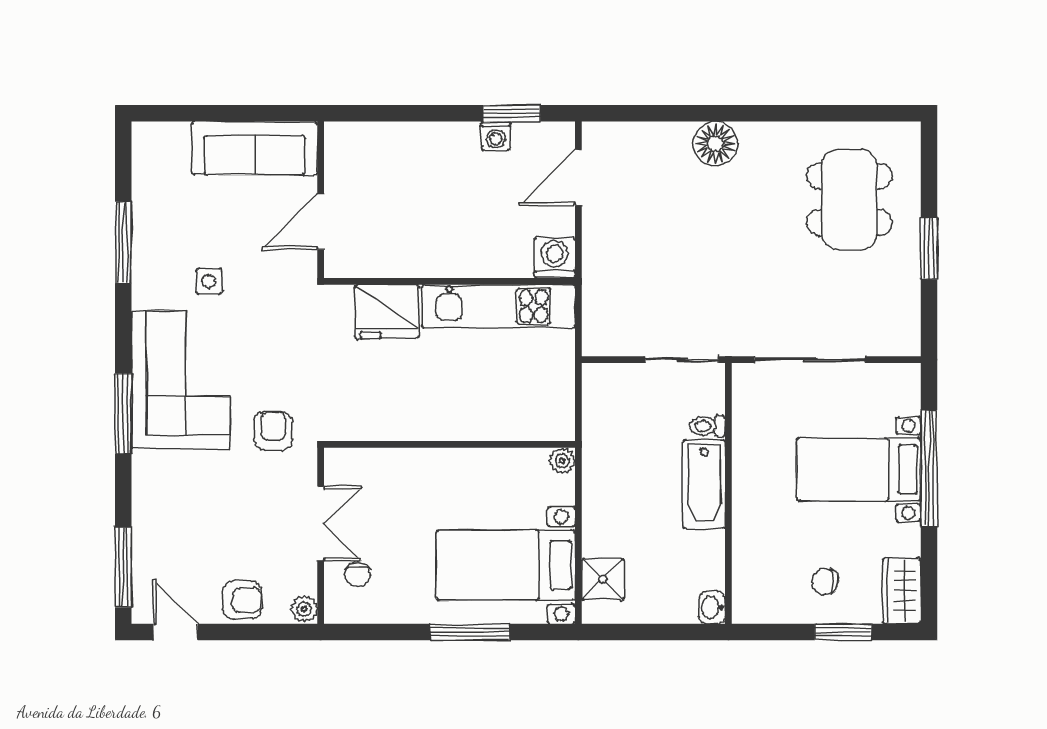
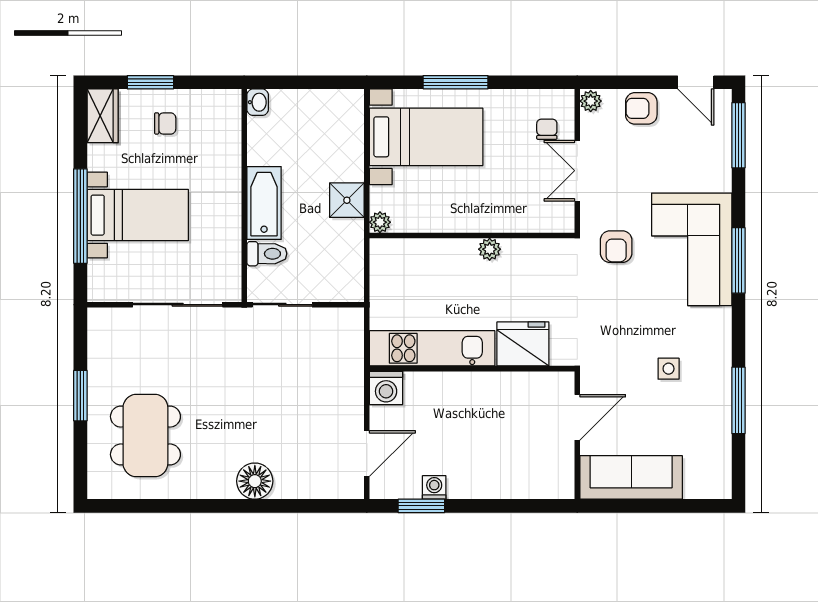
corner sofa: (181, 380) -> (692, 249), moved
toilet: (707, 426) -> (267, 254), width x1.37, depth x1.39
plant: (428, 428) -> (490, 249), added
shower: (603, 579) -> (347, 200), moved

